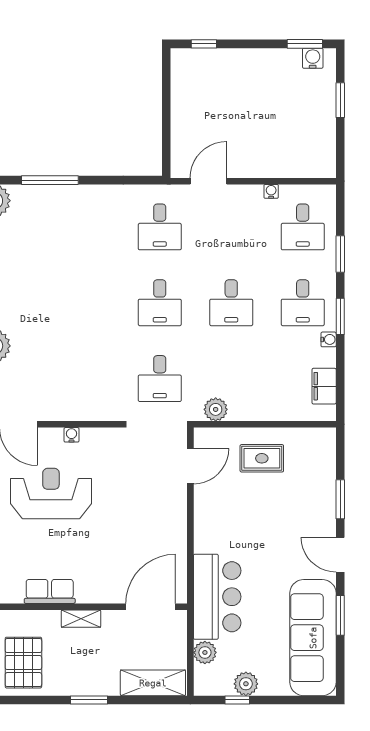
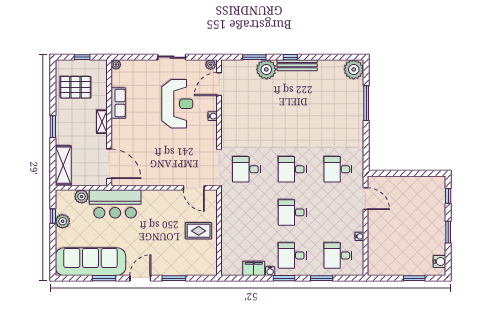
window: (305, 44) -> (448, 232), moved
filing cabinet: (324, 386) -> (254, 268), moved
plant: (216, 409) -> (228, 203), removed
rug: (262, 458) -> (199, 231), turned 90

